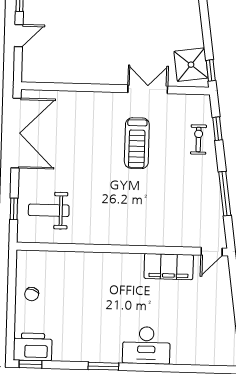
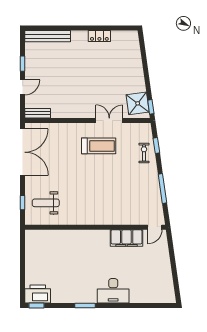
bench: (40, 75) -> (38, 113), added
treadmill: (137, 143) -> (99, 146), moved, turned -90
chair: (32, 294) -> (36, 259), removed

